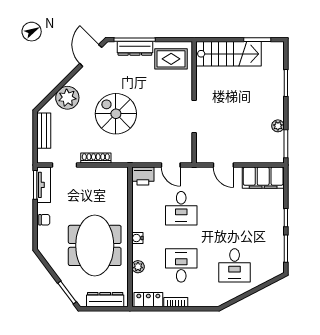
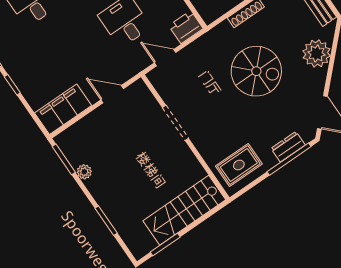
dresser: (135, 48) -> (288, 147), width x0.70

